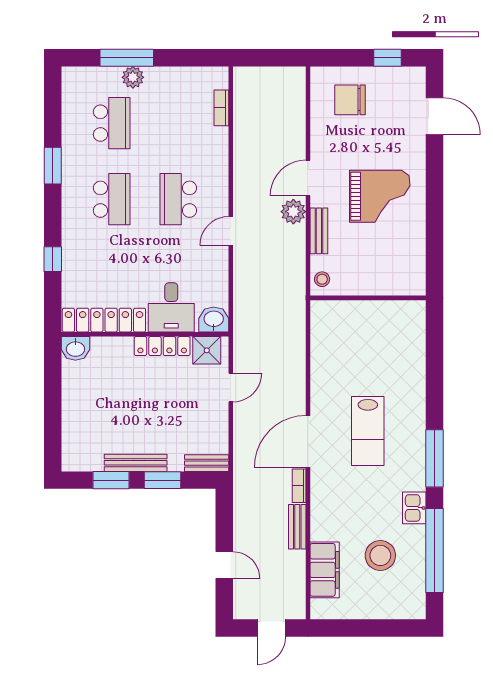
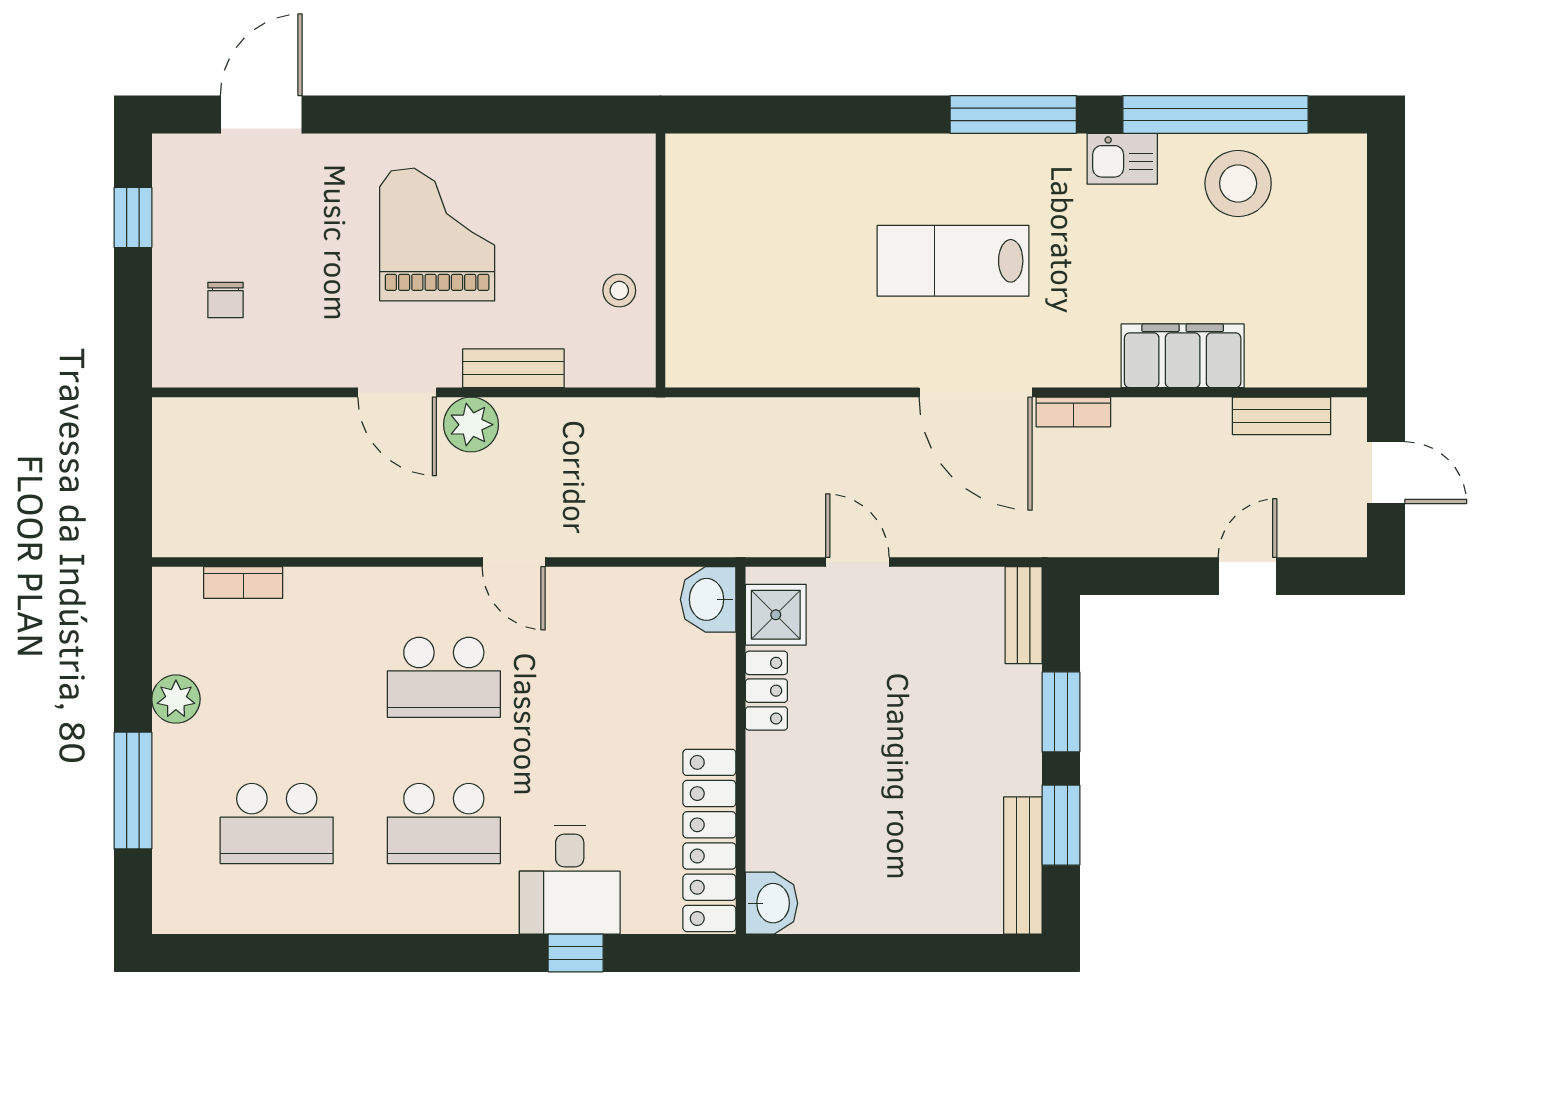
plant: (133, 77) -> (176, 699), moved
chair: (350, 100) -> (225, 300), width x0.54, depth x0.54
school desk: (112, 123) -> (277, 823), turned 180
window: (53, 166) -> (370, 953), removed
school desk: (112, 199) -> (444, 823), turned 180
stool: (322, 279) -> (619, 291), moved
desk: (171, 307) -> (570, 880), moved, turned 90
locker: (162, 346) -> (766, 691), width x0.66
lab bench: (368, 431) -> (953, 261), turned 180
bench: (136, 463) -> (1023, 866), moved
bench: (297, 527) -> (1282, 416), moved
stool: (380, 555) -> (1238, 183), moved
filing cabinet: (325, 570) -> (1183, 356), moved

